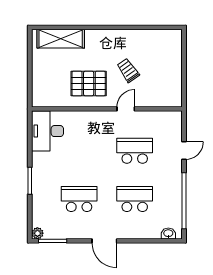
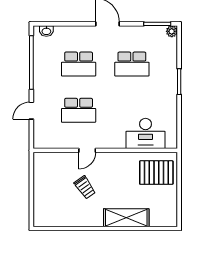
shelving: (61, 39) -> (126, 218), moved
pallet: (89, 84) -> (156, 173), moved
desk: (47, 131) -> (146, 133), moved, turned 90

